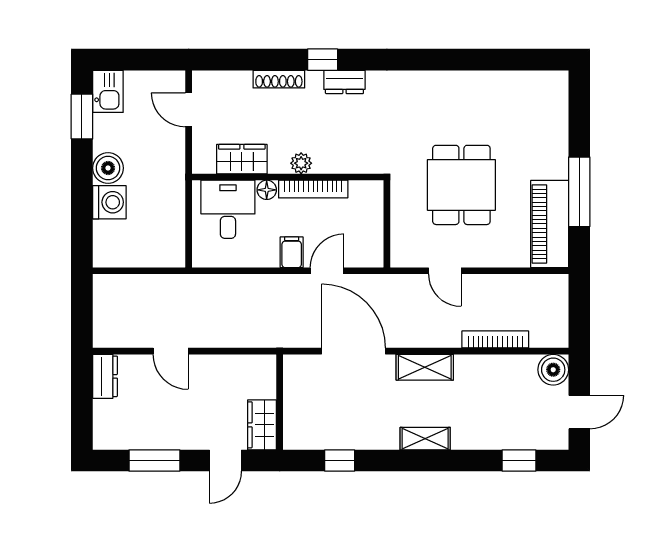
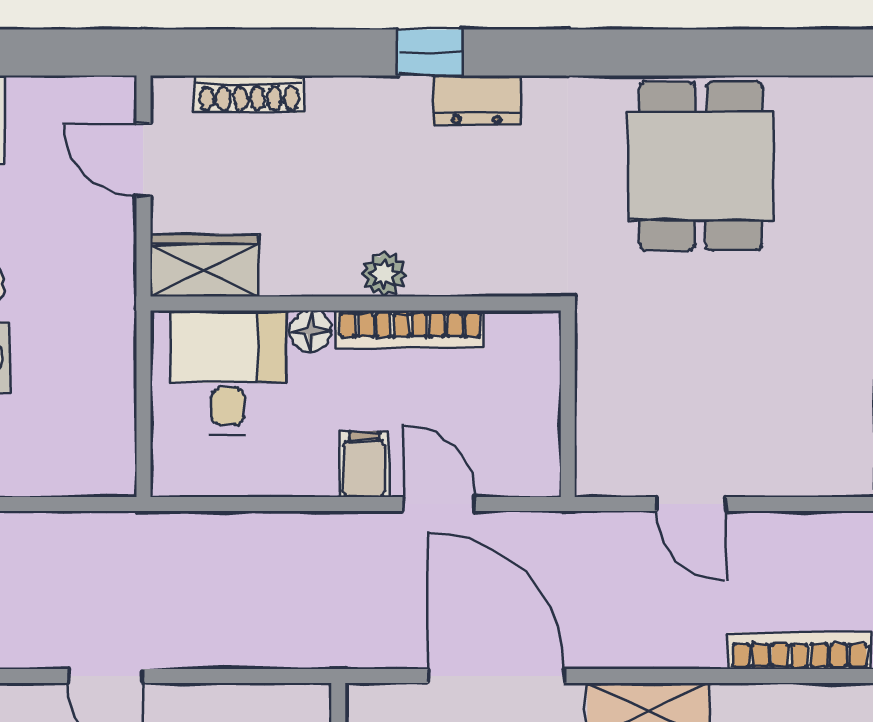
shoe rack: (279, 79) -> (249, 94), moved
wardrobe: (242, 159) -> (204, 265), moved
dining table: (461, 185) -> (701, 166), moved
door: (327, 271) -> (440, 504), hinge flipped

